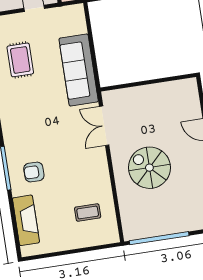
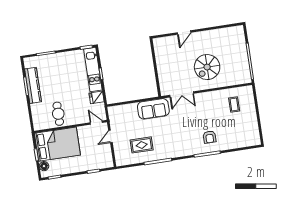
sofa: (79, 70) -> (153, 109), width x0.73
fireplace: (26, 220) -> (239, 142), removed

